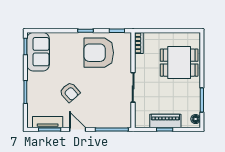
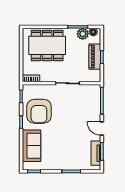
sofa: (38, 52) -> (31, 146), moved, turned 90
dining table: (179, 63) -> (47, 45), width x1.38
armchair: (70, 92) -> (71, 135), removed
plant: (193, 106) -> (83, 34), added
door: (78, 129) -> (102, 129), hinge flipped

